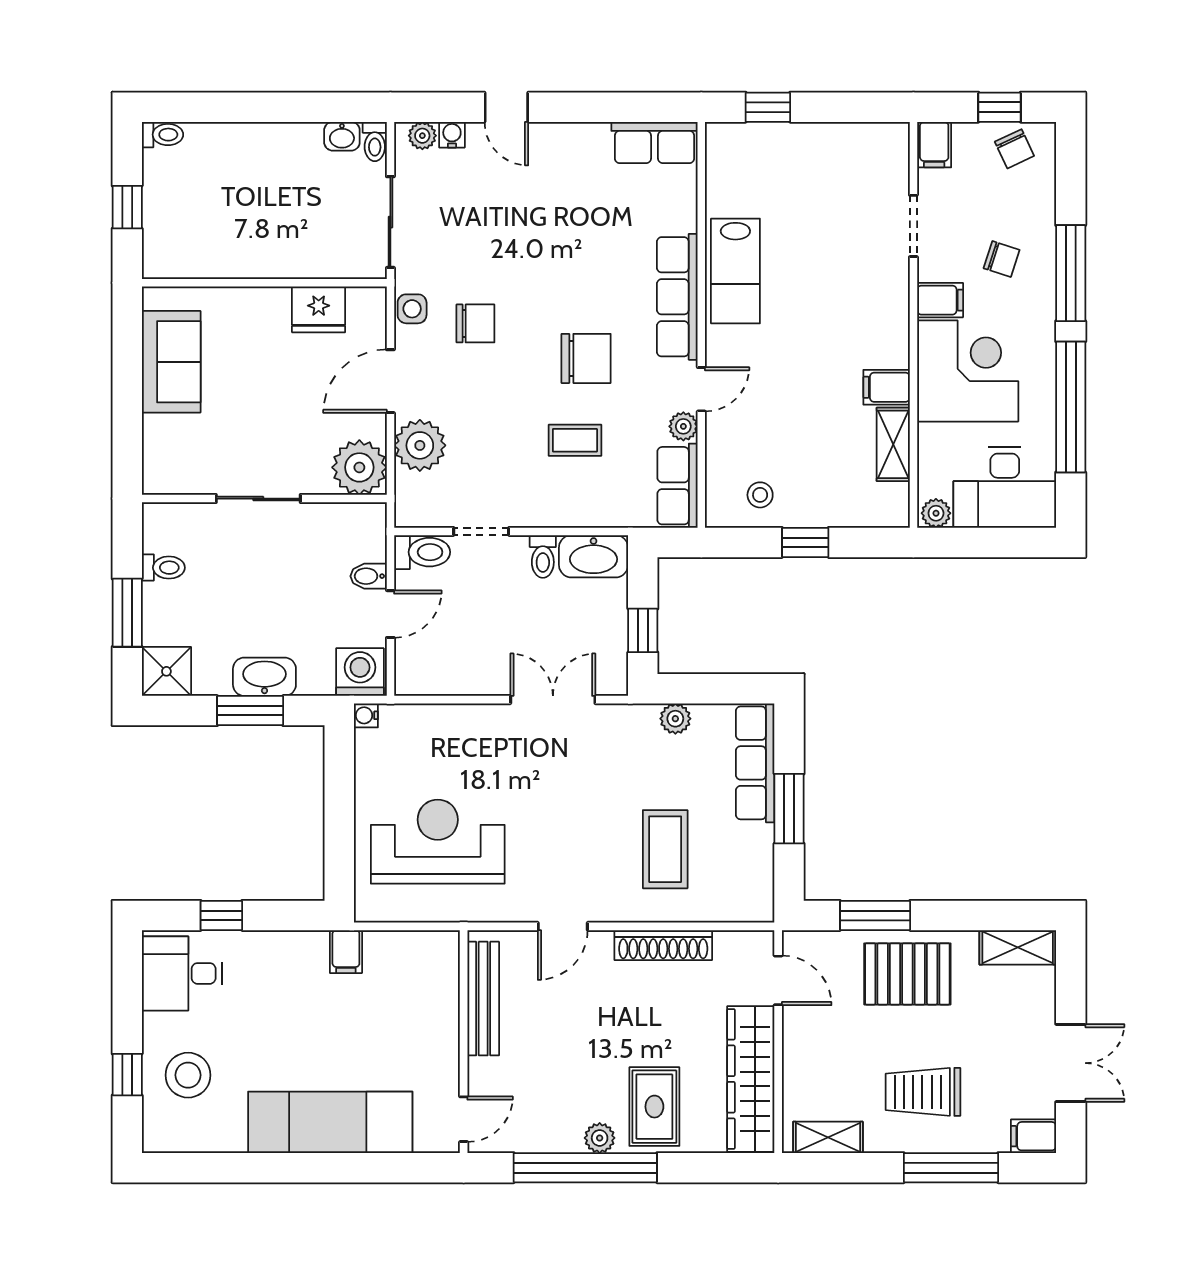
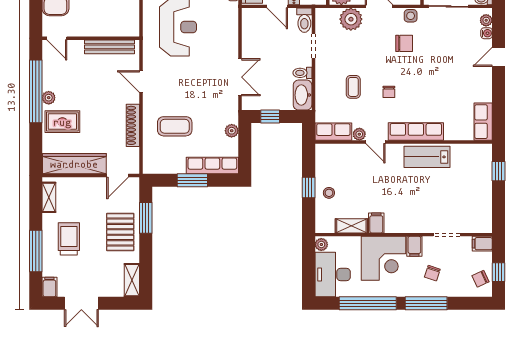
chair: (475, 323) -> (404, 43), turned -90
chair: (586, 358) -> (389, 92), width x0.54, depth x0.54
stool: (760, 495) -> (329, 193), moved

